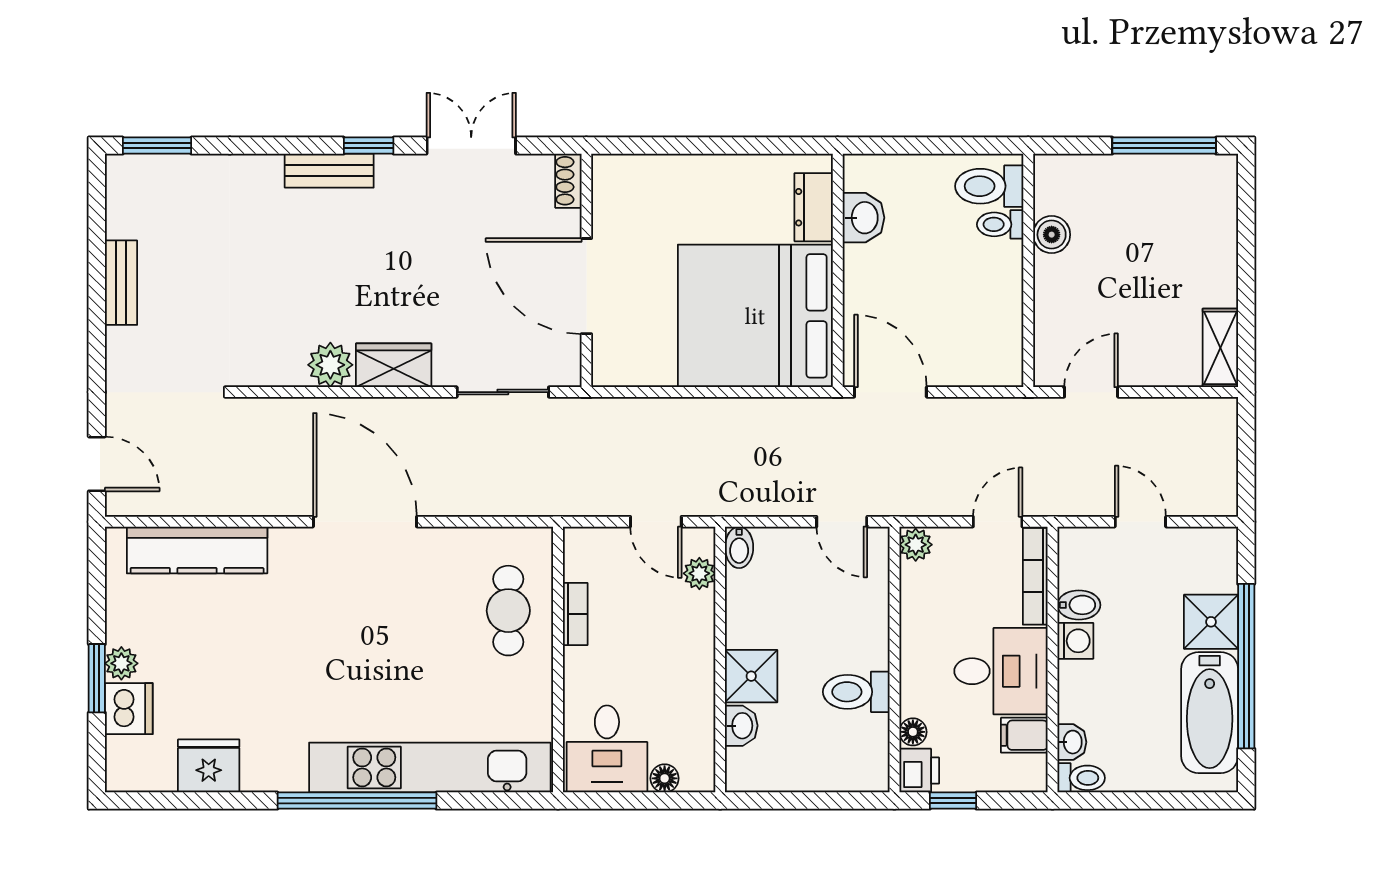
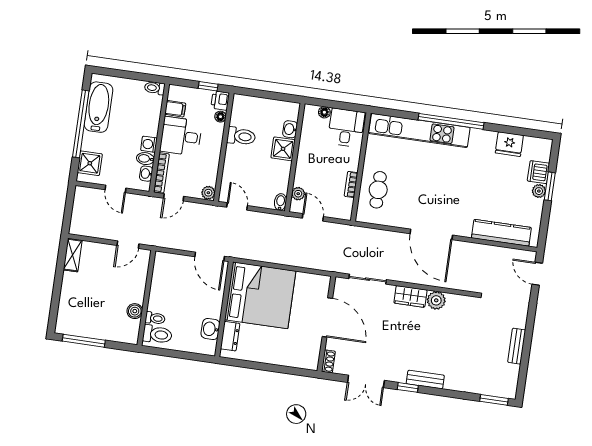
shower: (1211, 622) -> (90, 163), moved
washbasin: (1072, 742) -> (146, 174), moved

